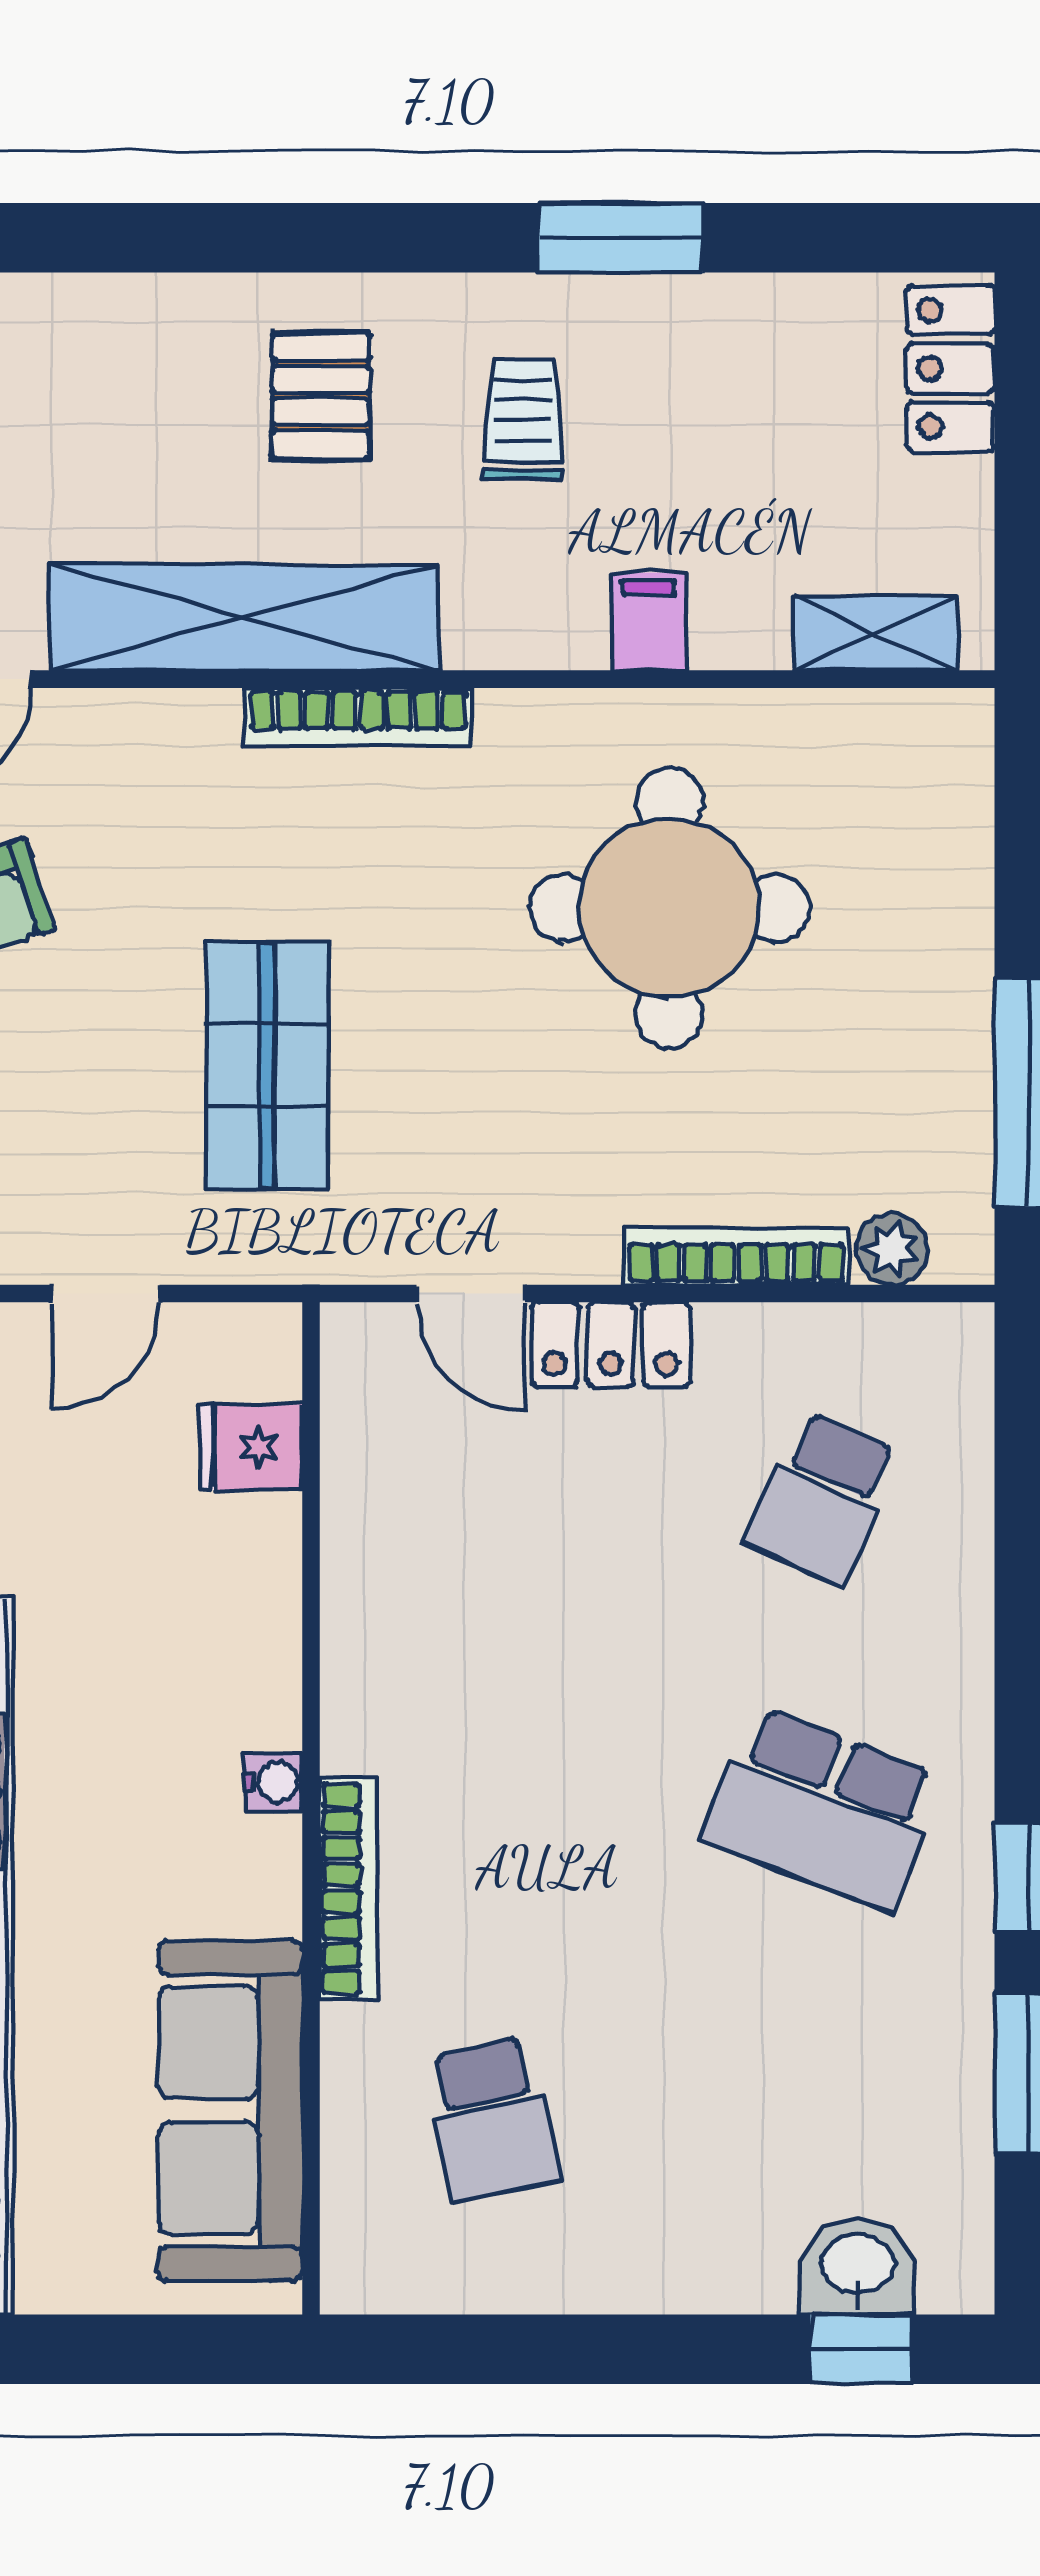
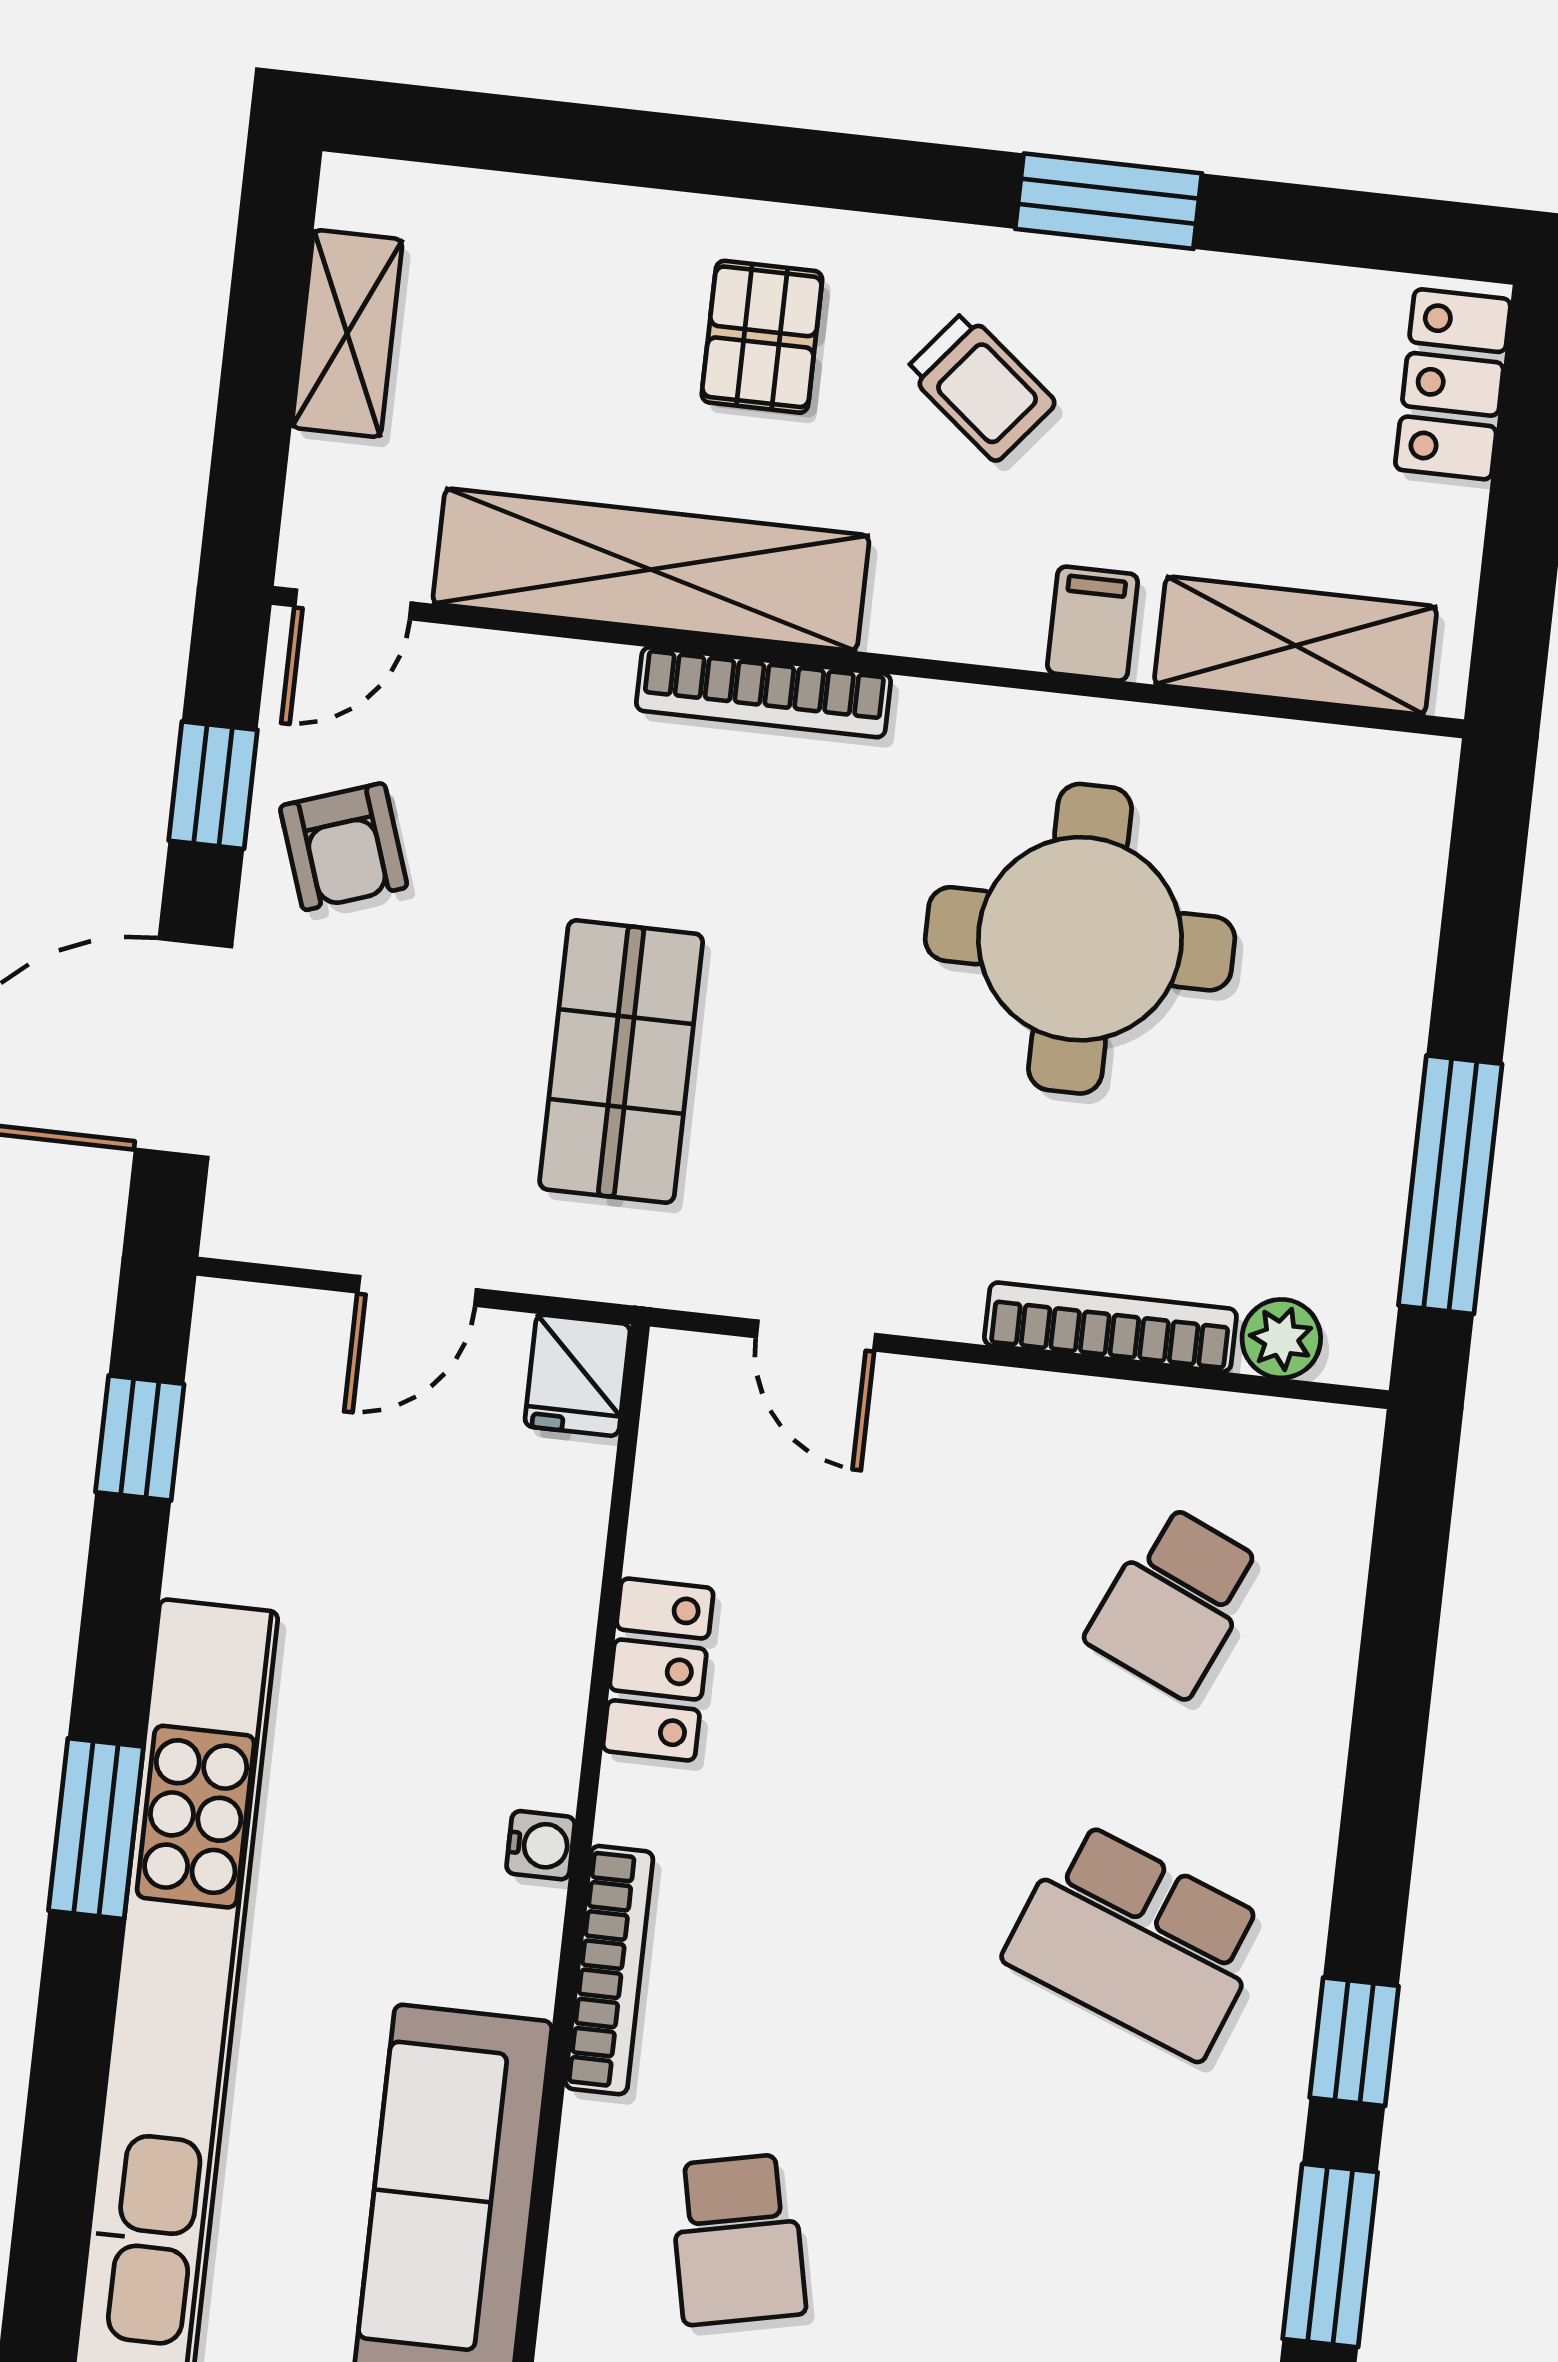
trolley: (523, 419) -> (981, 387), turned 129
shelving: (876, 633) -> (1295, 646), width x1.50, depth x1.33
locker: (611, 1344) -> (658, 1669), moved, turned -90
fridge: (251, 1447) -> (577, 1375), moved, turned -90

